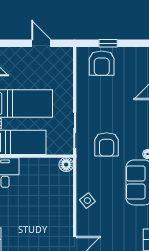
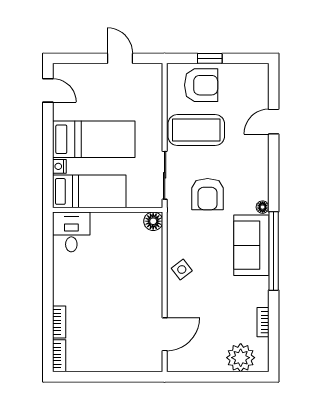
armchair: (102, 63) -> (201, 85), turned -90
coffee table: (98, 97) -> (196, 130), added

